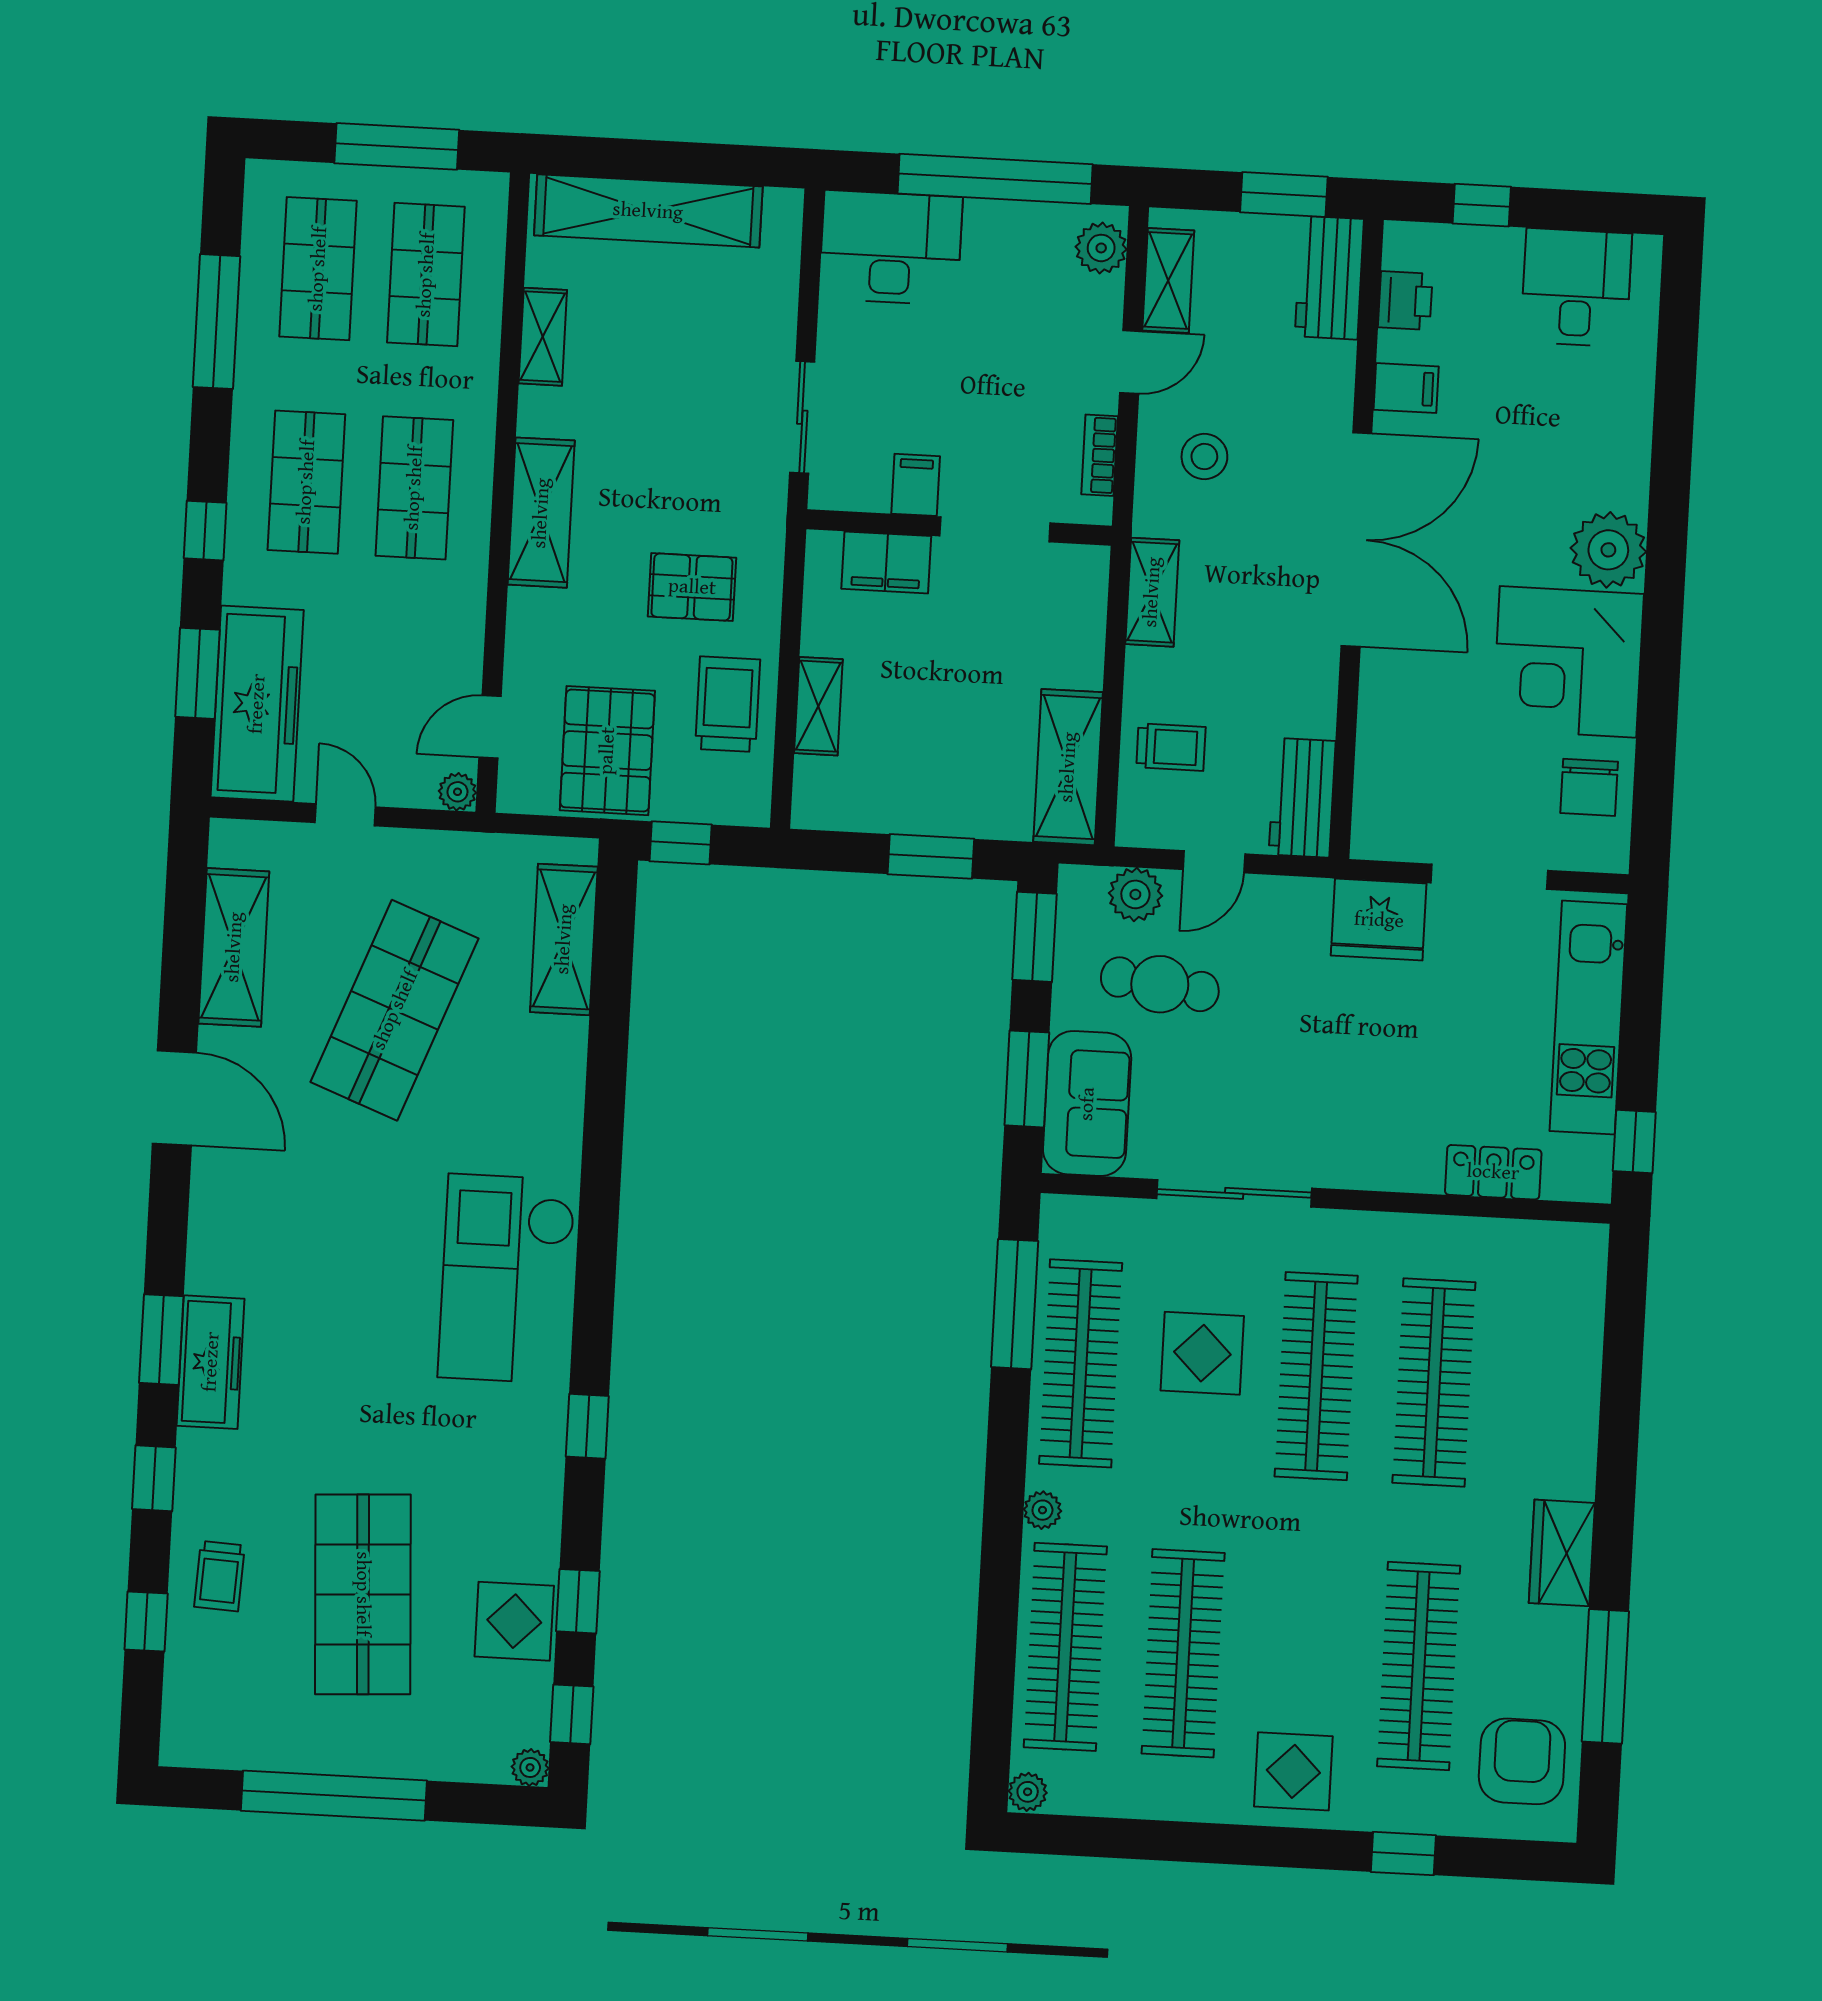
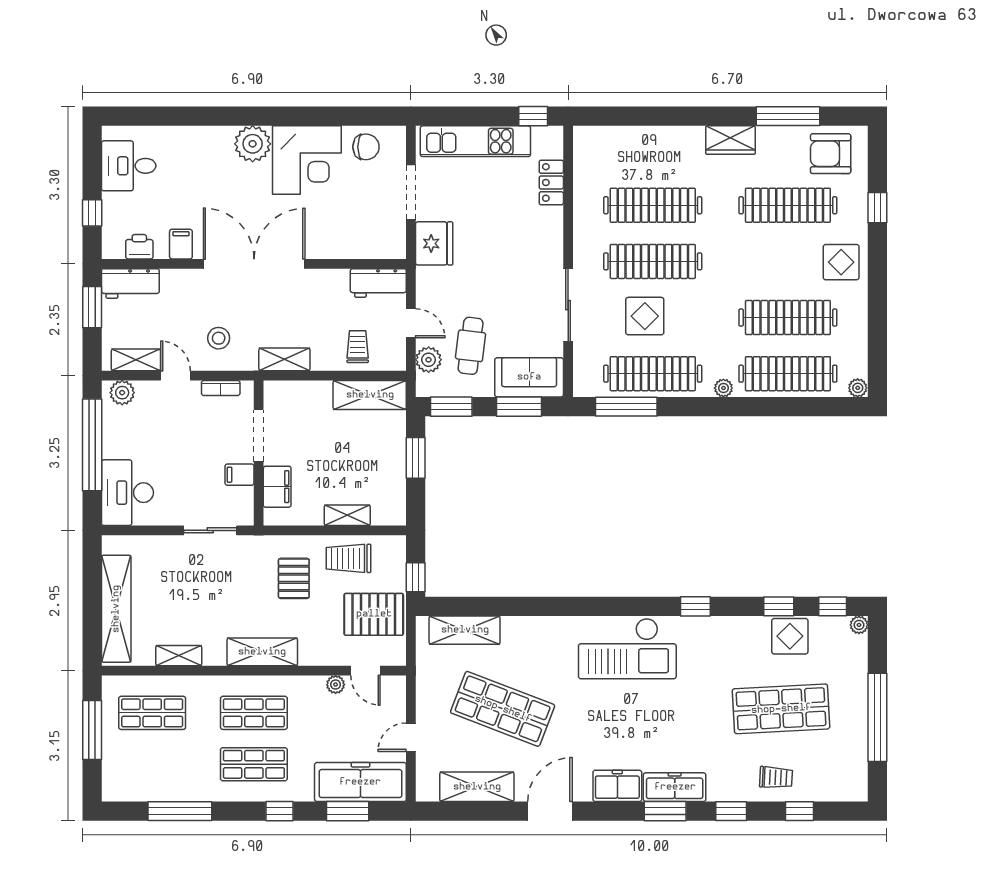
shop shelf: (318, 269) -> (152, 764), removed
plant: (457, 792) -> (336, 685), moved
freezer: (220, 1242) -> (617, 786), added

